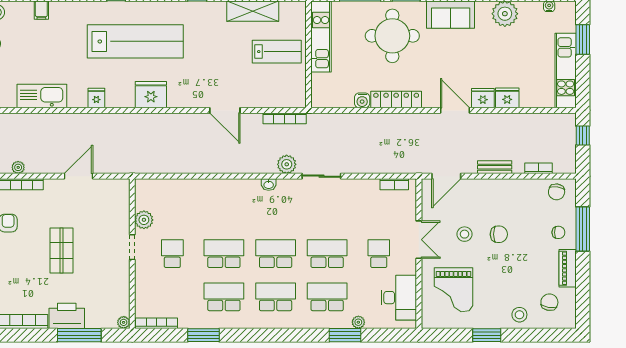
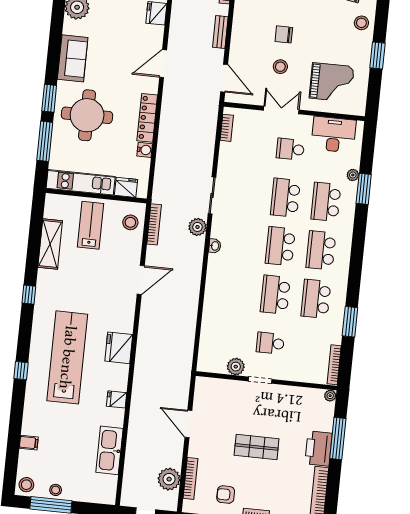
stool: (284, 93) -> (130, 222), added
fridge: (483, 98) -> (126, 187), moved, turned 90
plant: (18, 167) -> (169, 479), width x1.88, depth x1.88
chair: (499, 234) -> (284, 34), turned -90

